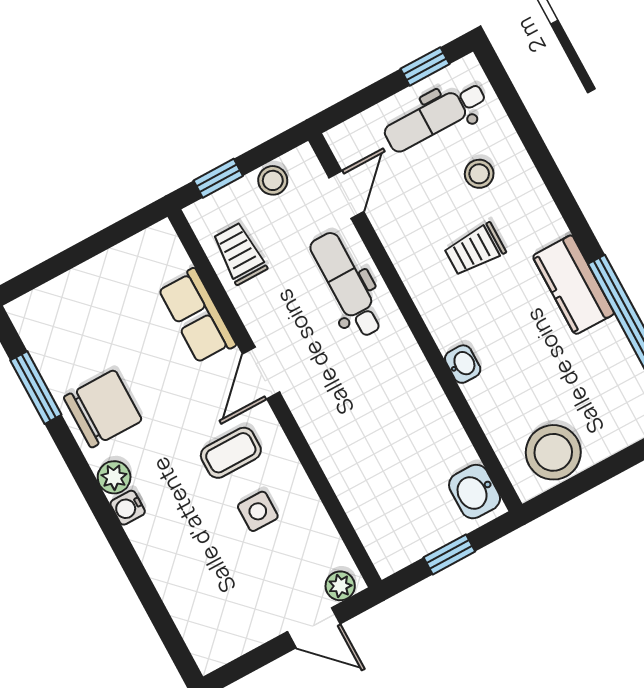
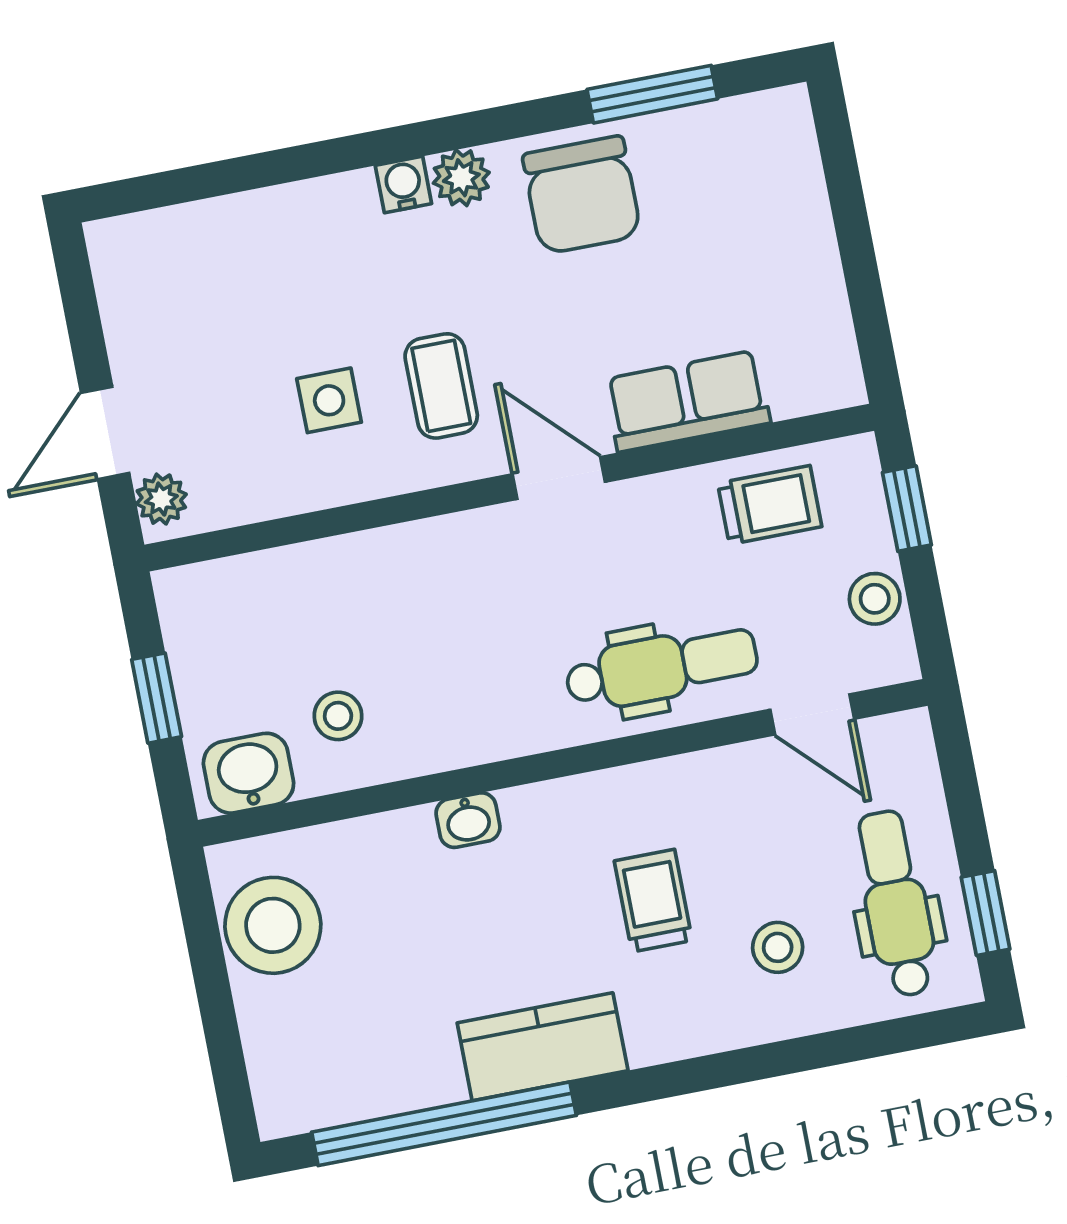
stool: (428, 453) -> (338, 716), added

